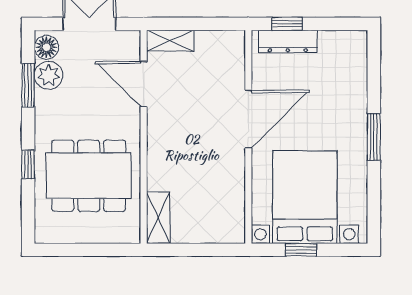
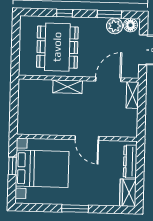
window: (287, 24) -> (140, 161), removed
wardrobe: (343, 44) -> (128, 193), added
door: (248, 119) -> (87, 138), width x0.73
shelving: (158, 218) -> (68, 87), moved

